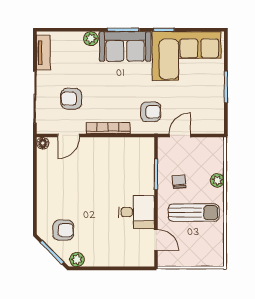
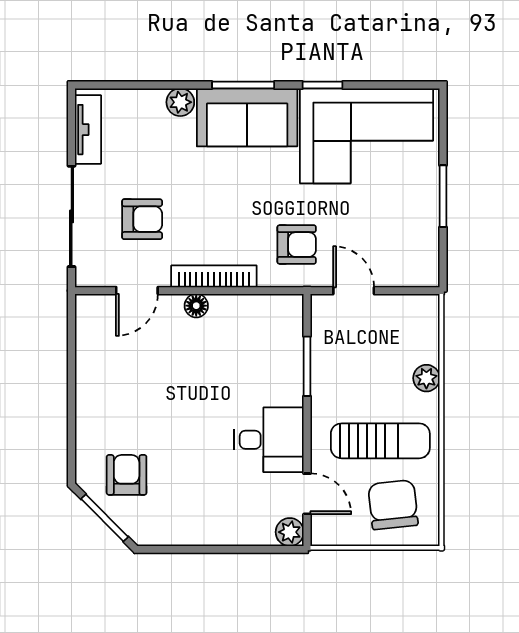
armchair: (71, 99) -> (142, 219), turned 180
door: (180, 135) -> (354, 291), hinge flipped
floor lamp: (43, 143) -> (196, 306), moved
chair: (179, 182) -> (393, 505), moved, width x1.87, depth x1.87
armchair: (63, 230) -> (127, 475), turned -90
plant: (77, 260) -> (290, 532), moved

